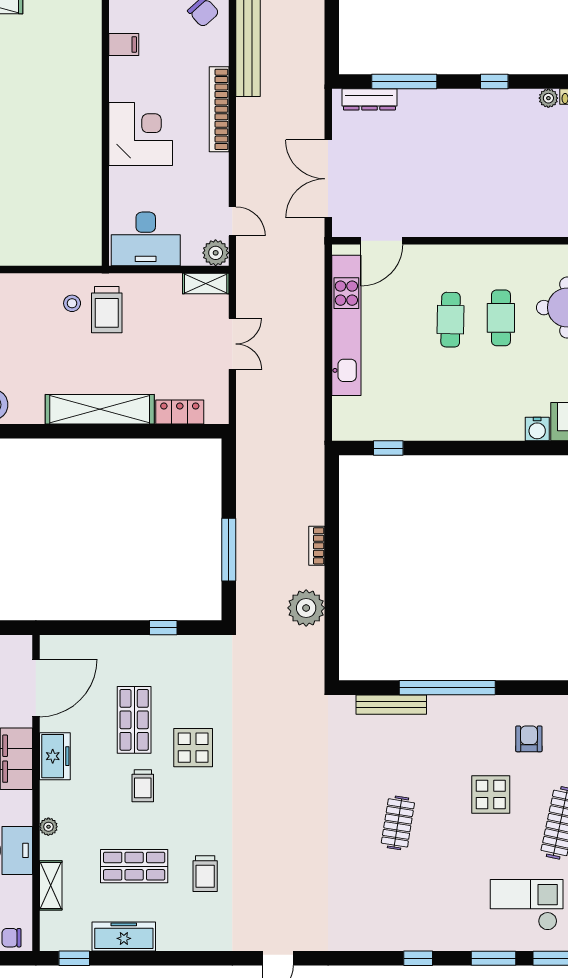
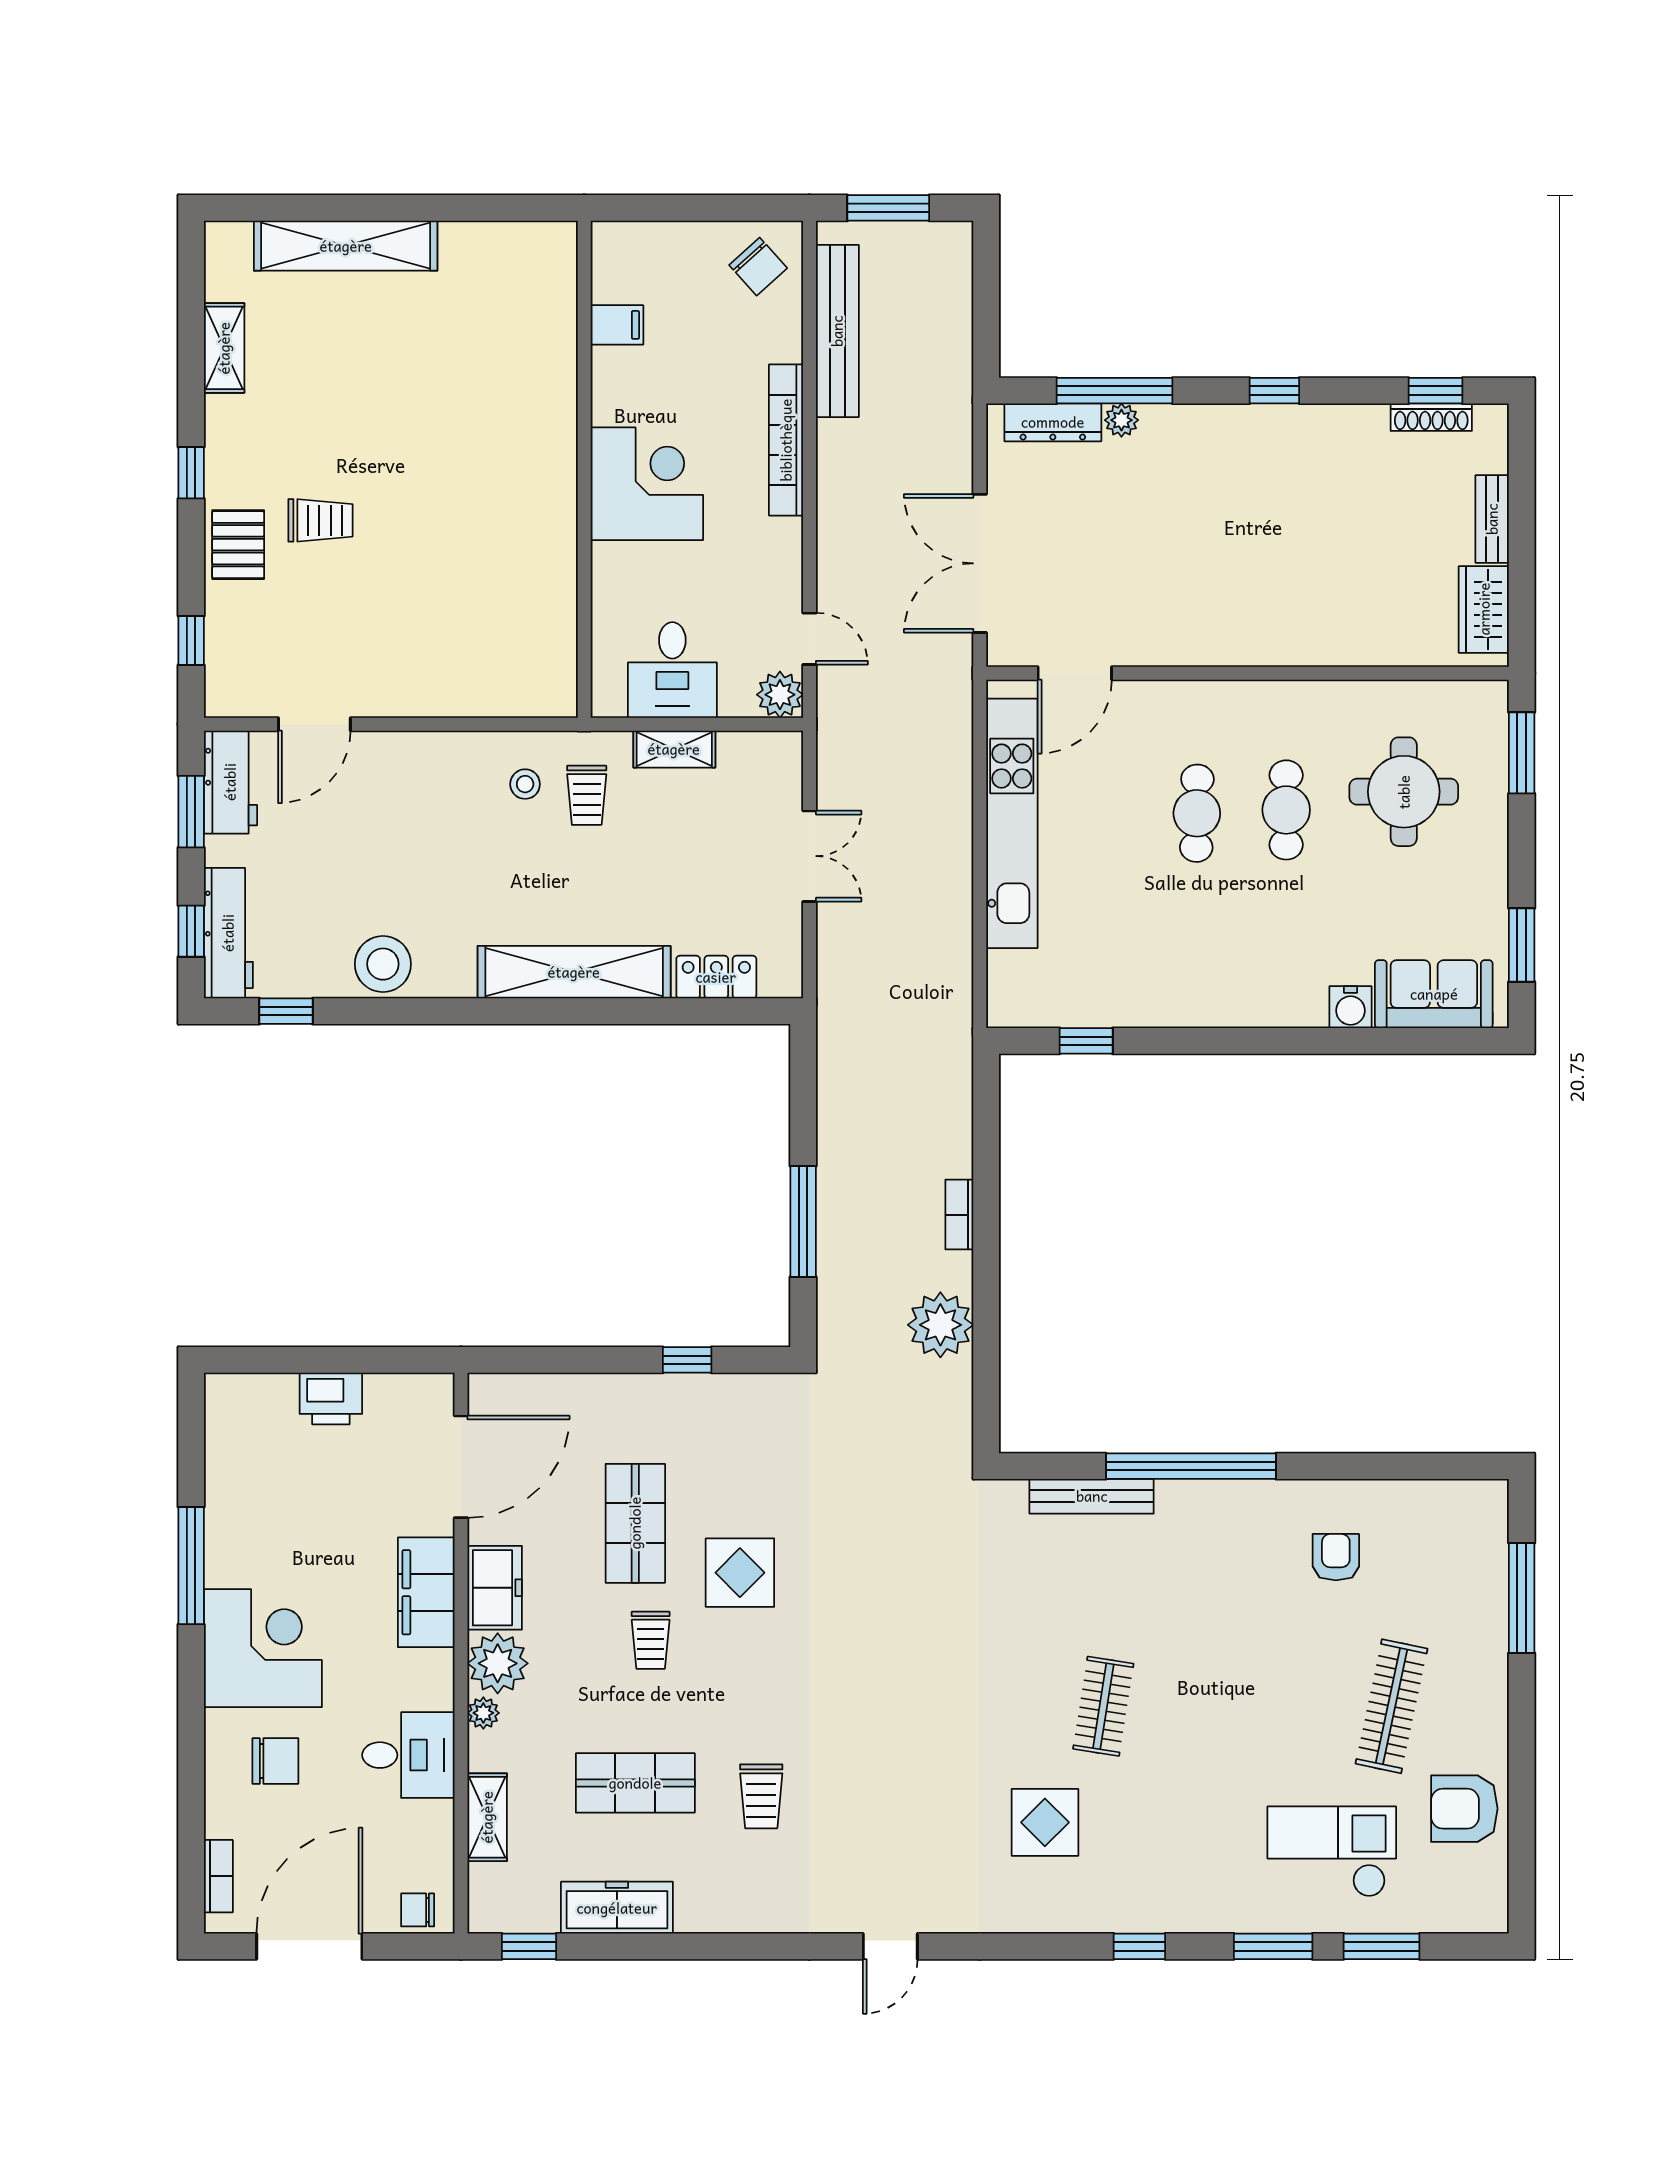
plant: (548, 98) -> (1121, 420), moved
desk: (146, 239) -> (672, 670), width x0.73
shelving: (206, 284) -> (674, 749), moved
trolley: (107, 310) -> (587, 795), width x0.73, depth x0.72
display table: (491, 794) -> (1045, 1822), moved
plant: (57, 799) -> (498, 1663), added

